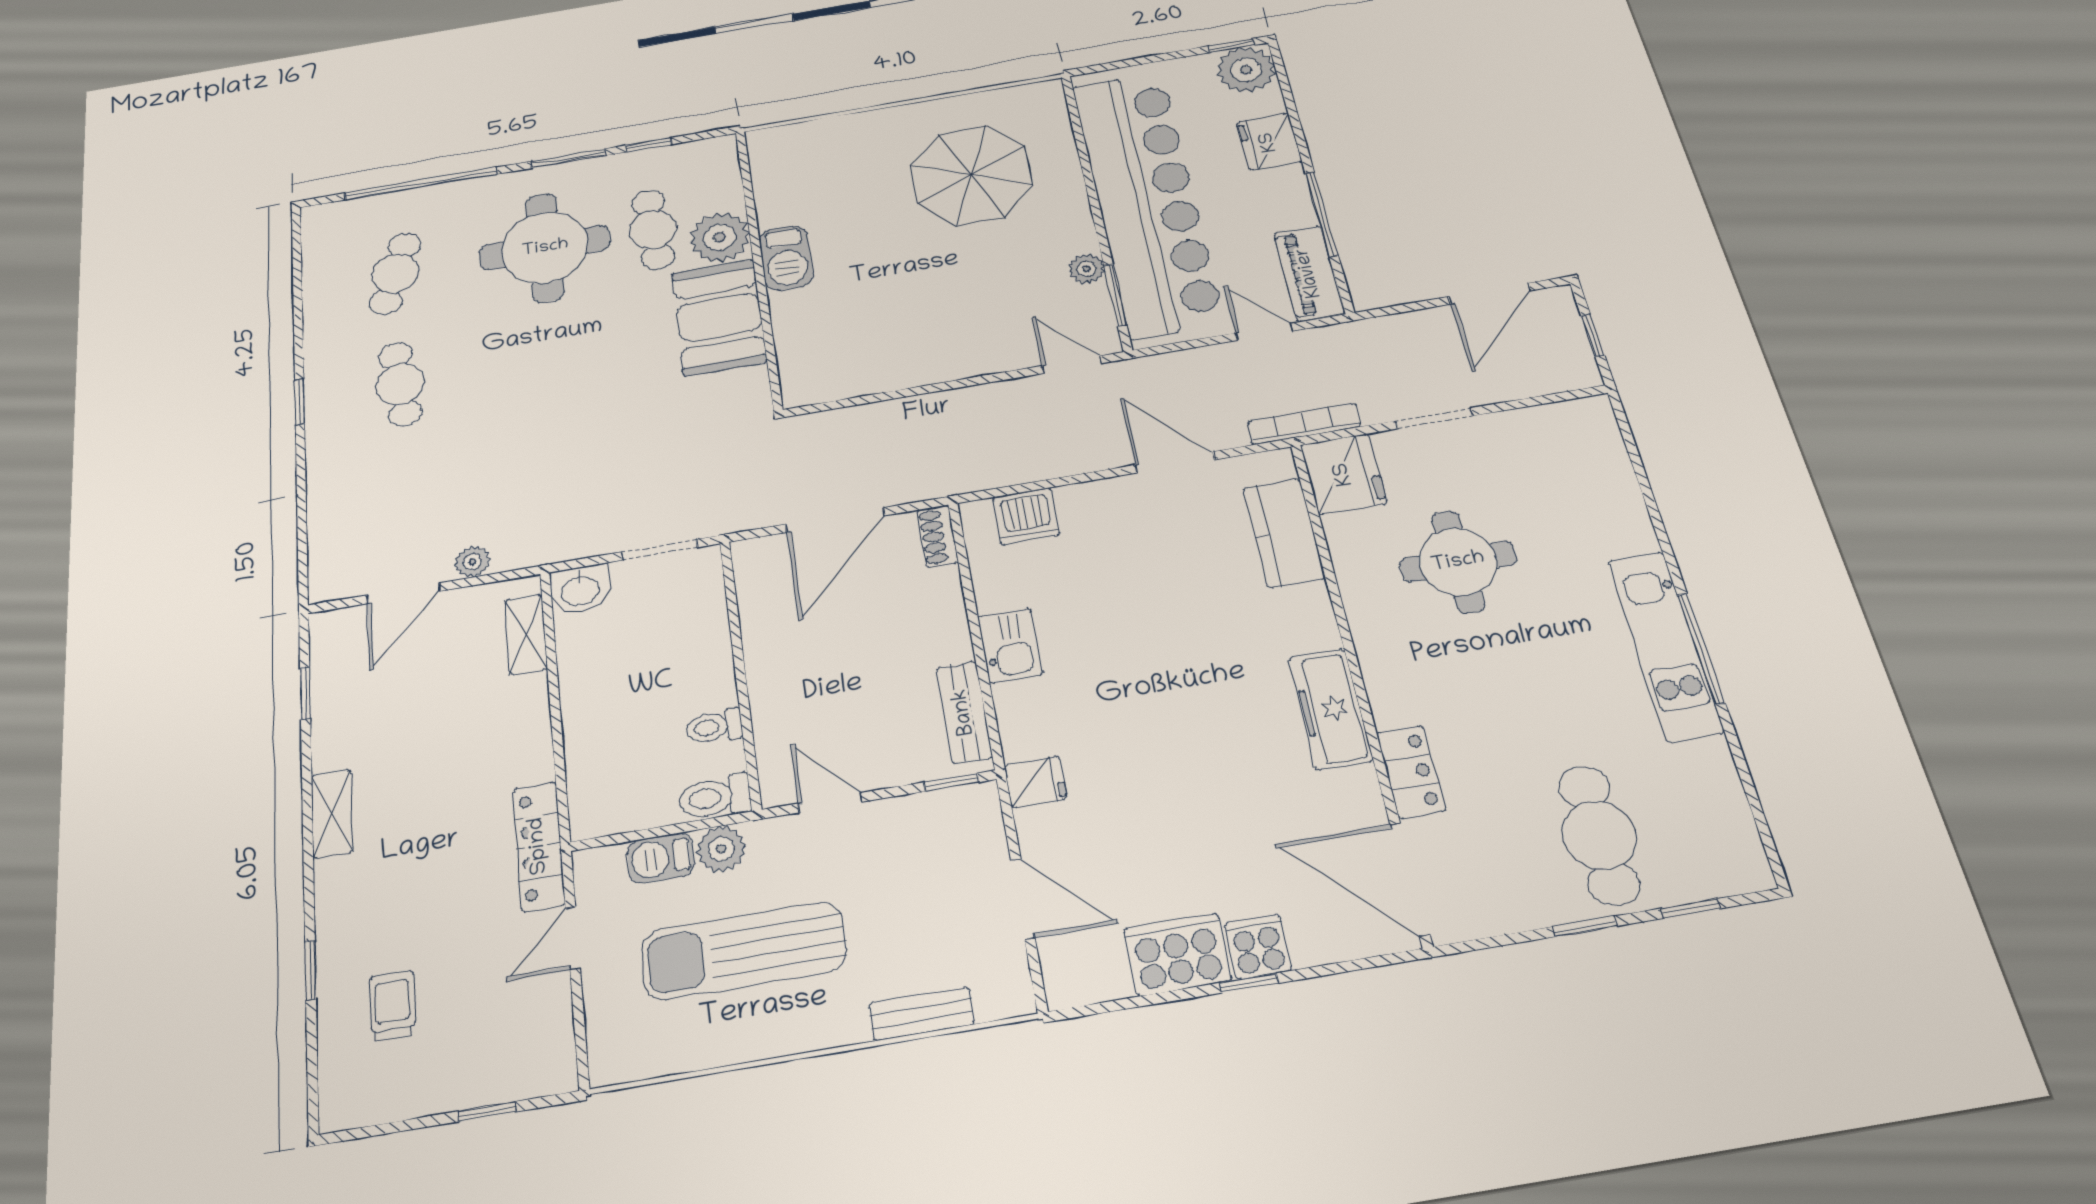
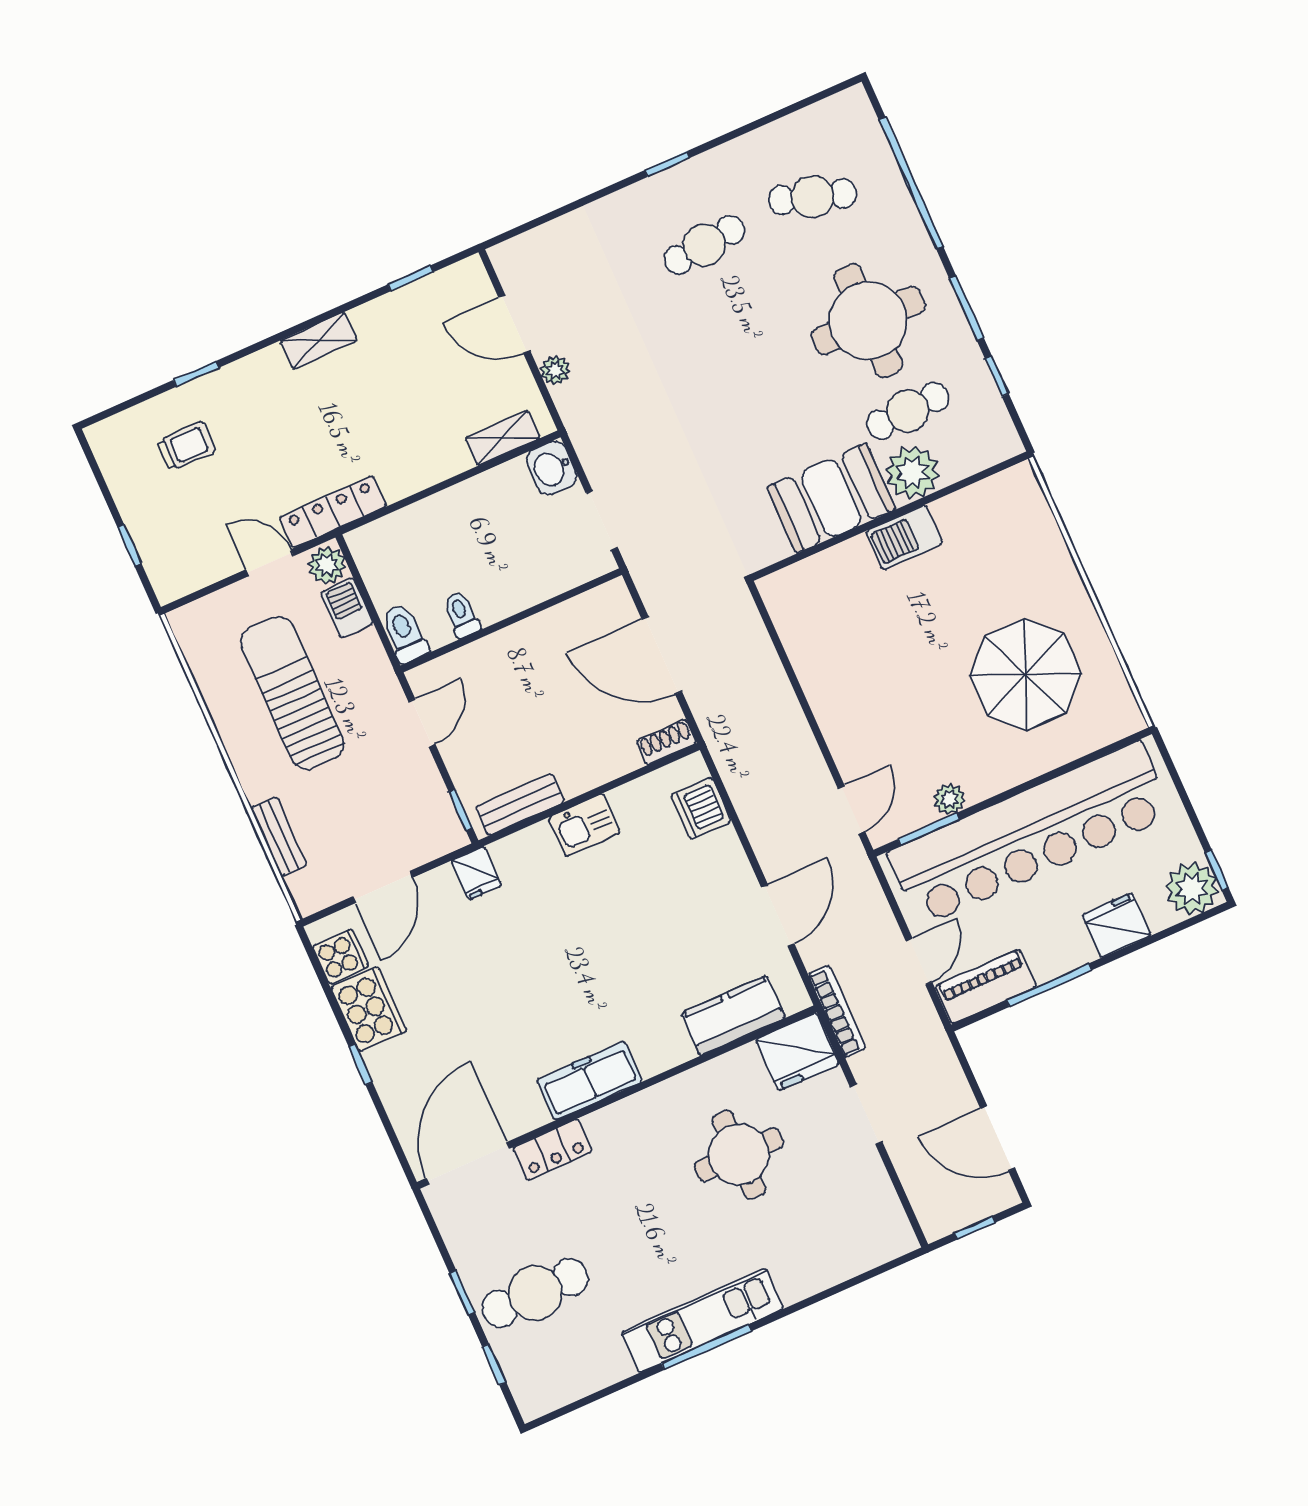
plant: (721, 849) -> (327, 565), moved
cooker: (1258, 947) -> (341, 956), moved

